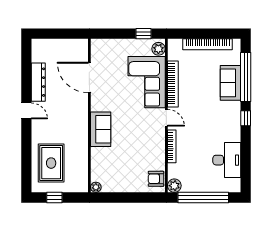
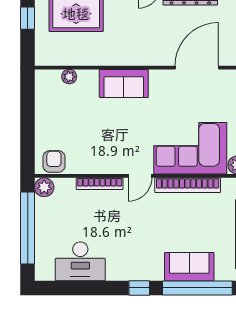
plant: (96, 187) -> (69, 77), moved

